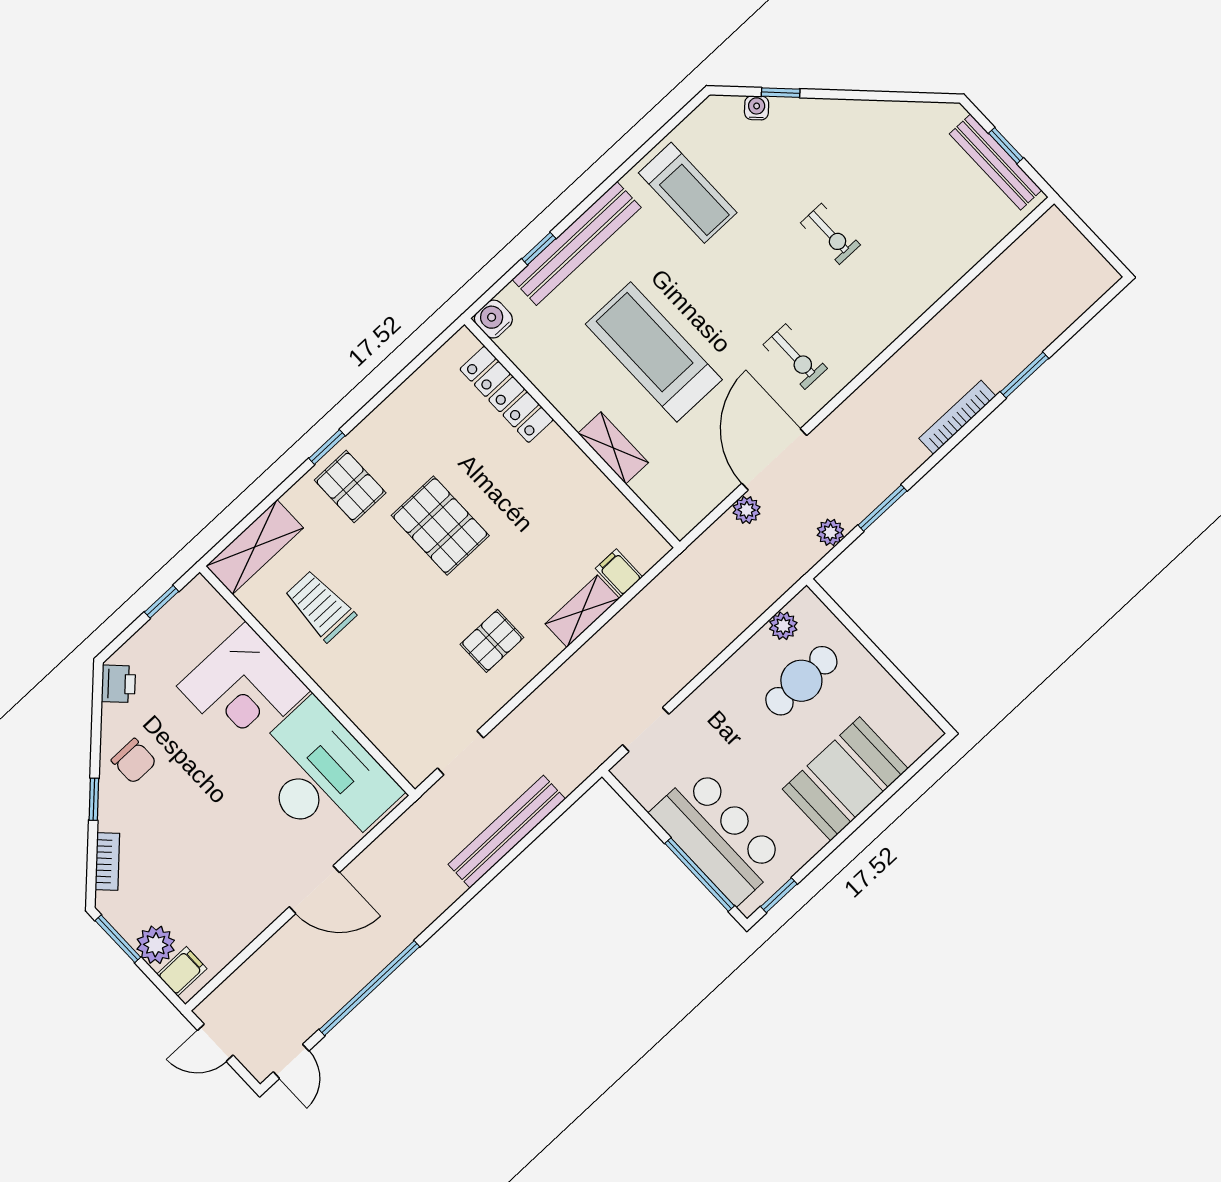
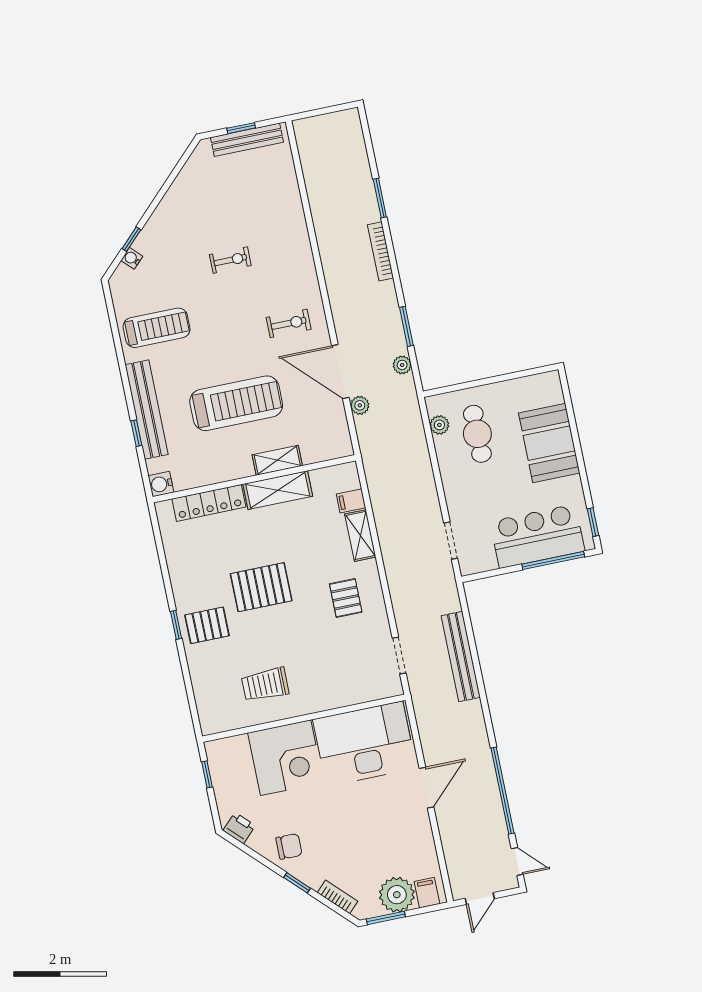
treadmill: (654, 352) -> (236, 403), turned 180
shelving: (255, 547) -> (278, 490), moved, turned 90
plant: (156, 945) -> (397, 895), width x1.36, depth x1.36

